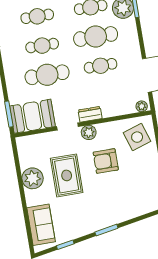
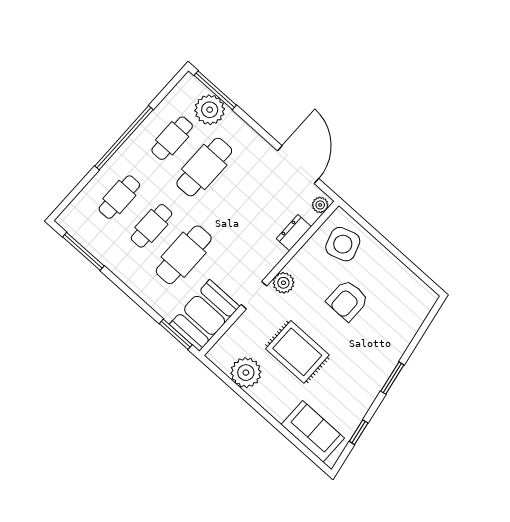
cafe table: (101, 66) -> (236, 196), removed
dresser: (90, 114) -> (294, 233), moved
armchair: (106, 161) -> (348, 300), moved
plant: (32, 178) -> (246, 373), moved

